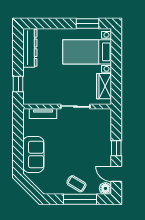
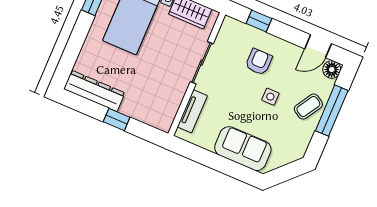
window: (18, 84) -> (117, 120), moved
armchair: (91, 141) -> (259, 62), added
window: (116, 148) -> (259, 21), moved
side table: (73, 158) -> (270, 97), added

